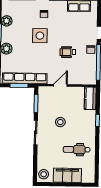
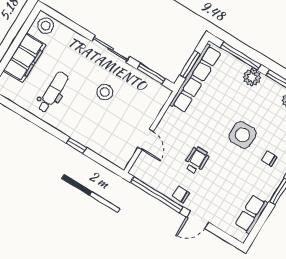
door: (60, 85) -> (146, 139), moved
kitchen counter: (90, 98) -> (113, 153), removed

